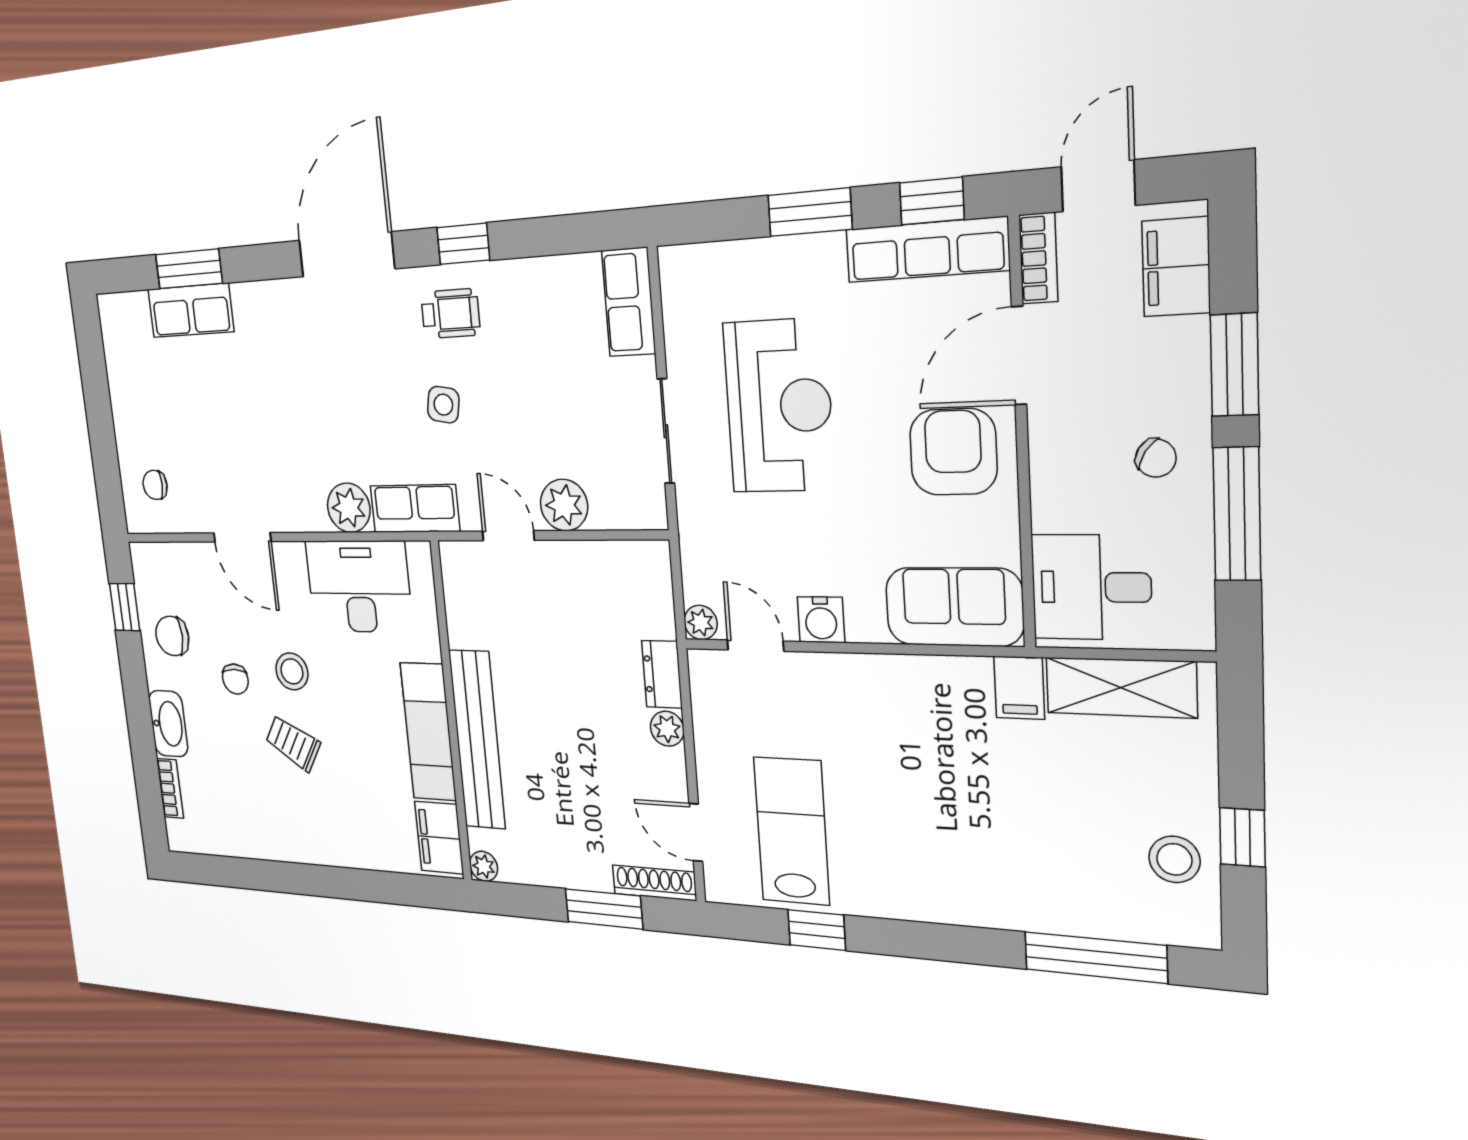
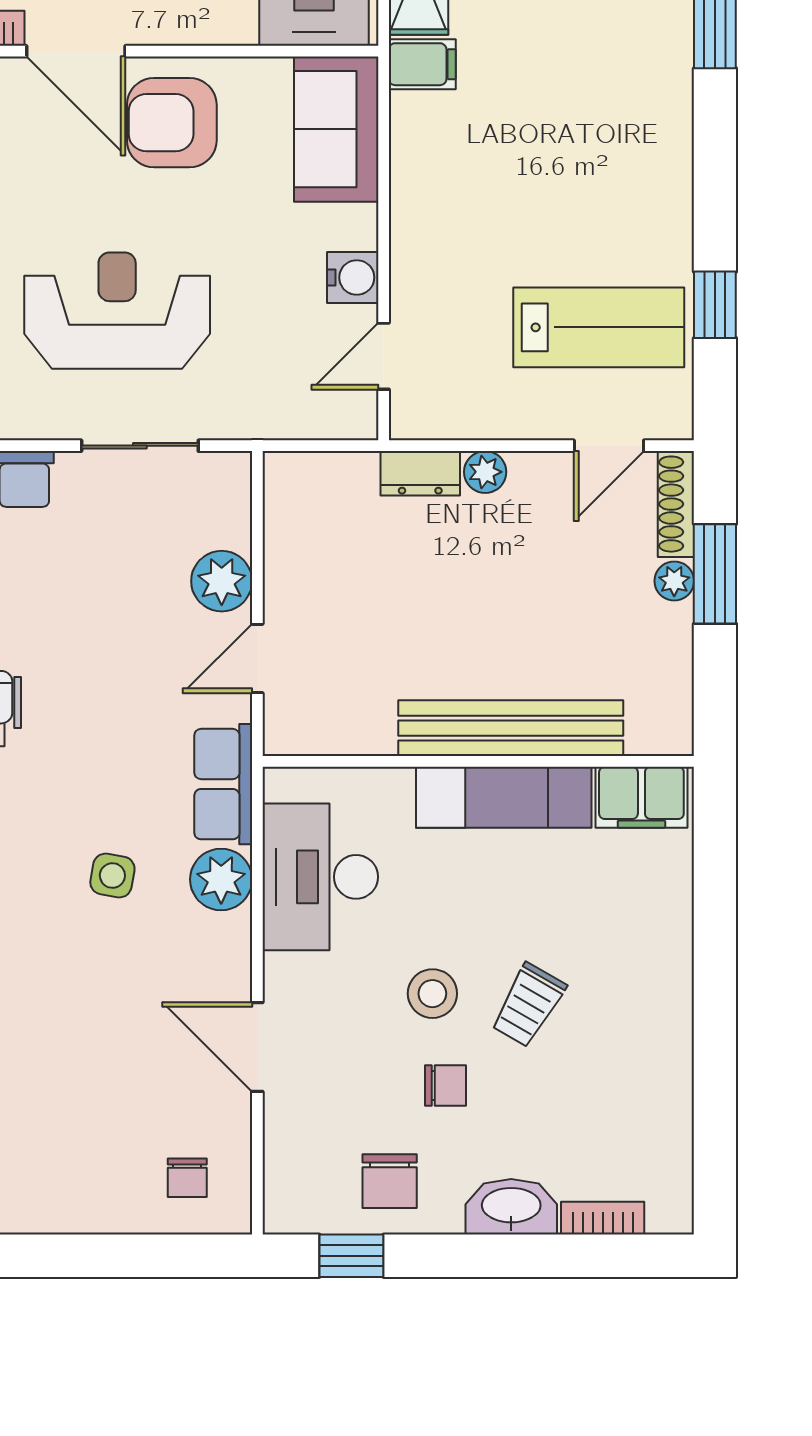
side table: (443, 405) -> (112, 875), moved
door: (242, 537) -> (257, 1047), swing flipped
plant: (701, 622) -> (358, 420), removed
lab bench: (792, 831) -> (599, 327), turned 180
plant: (484, 866) -> (674, 581), moved

